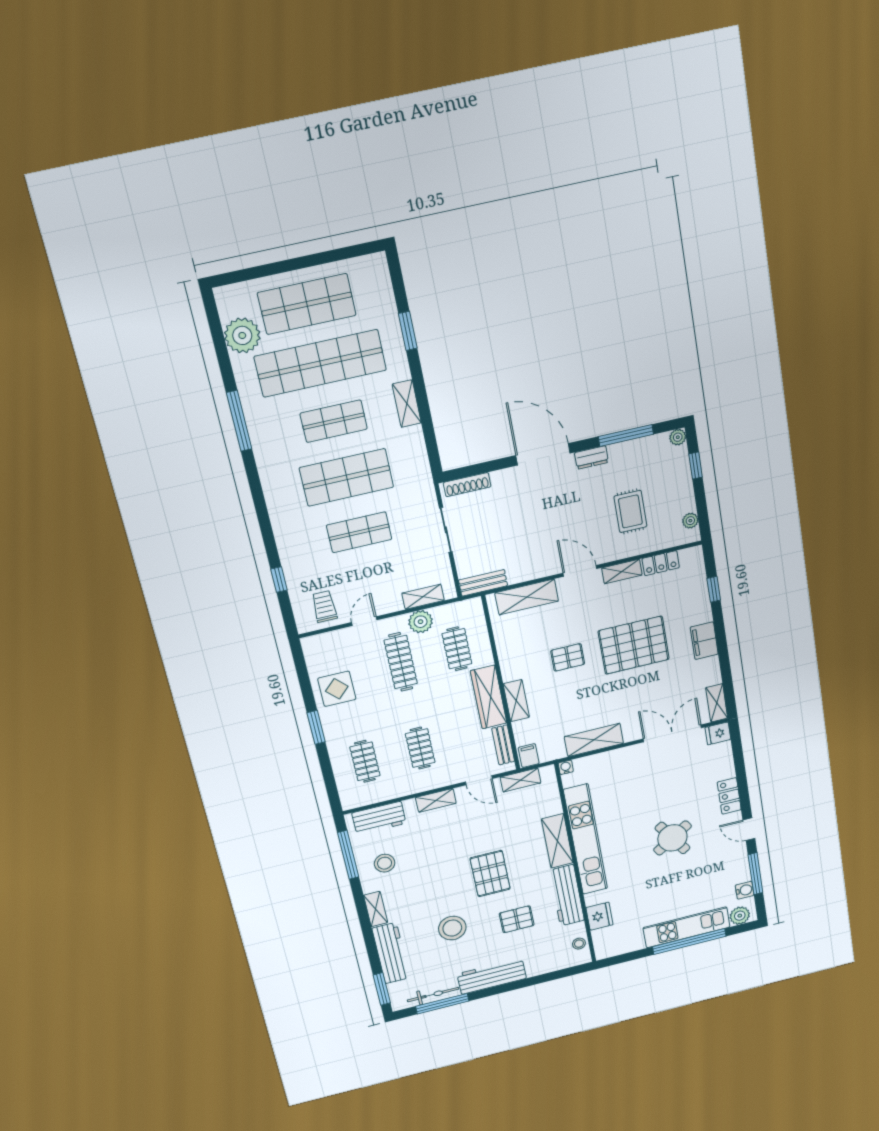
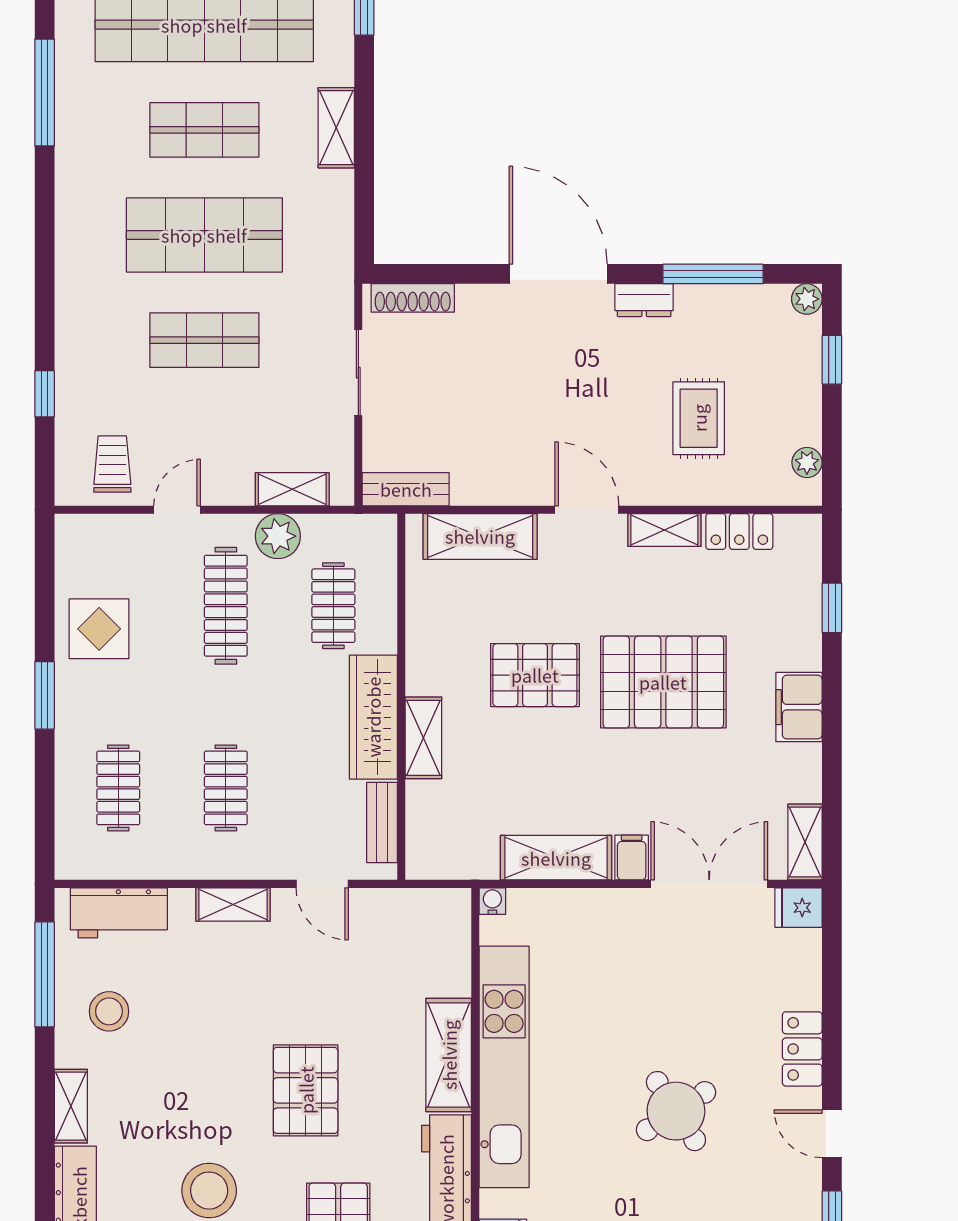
pallet: (568, 657) -> (535, 675), width x1.50, depth x1.42
filing cabinet: (529, 756) -> (632, 857), moved
shelving: (520, 780) -> (401, 905), removed

